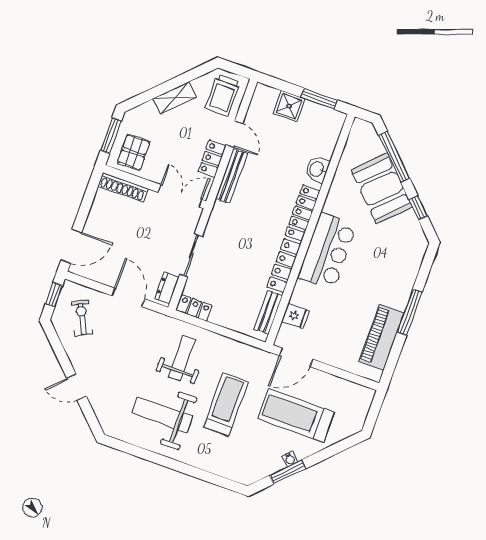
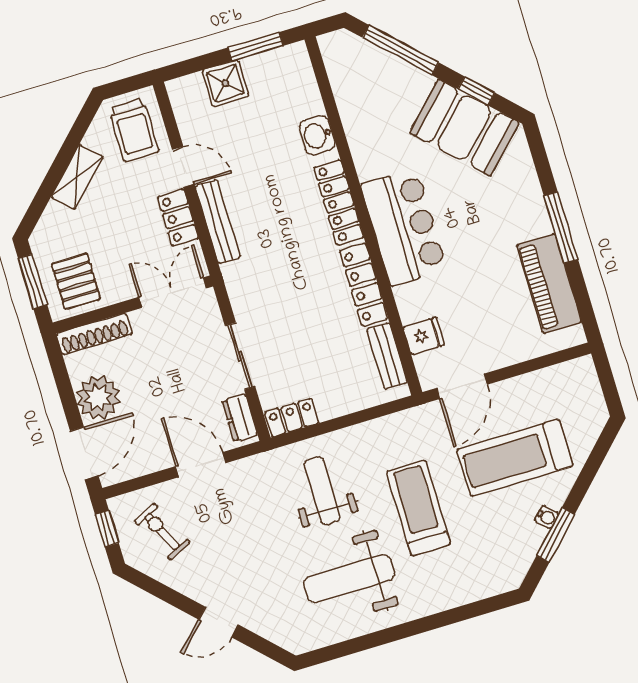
booth: (382, 189) -> (464, 128), moved
plant: (100, 222) -> (98, 397), added

